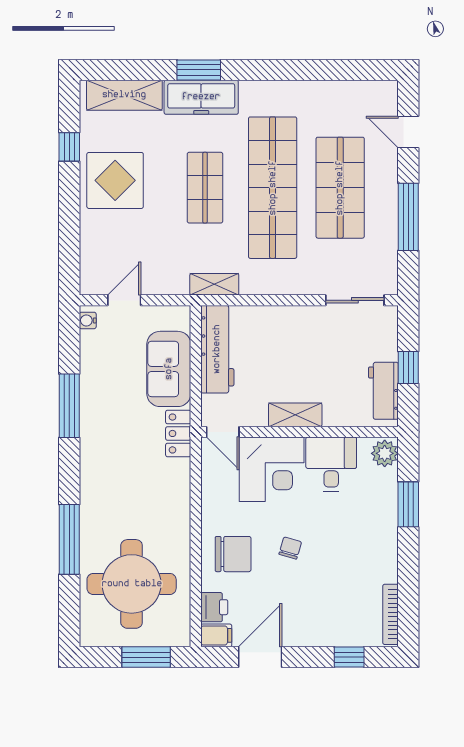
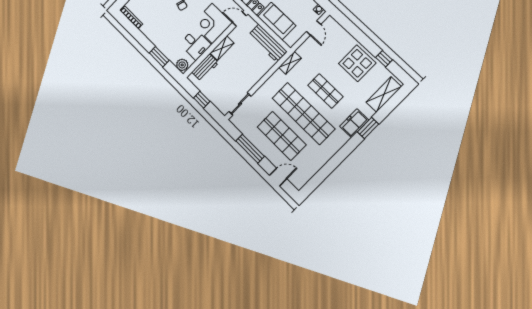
freezer: (201, 97) -> (354, 123), width x0.71
workbench: (383, 391) -> (205, 67), moved, turned 90

